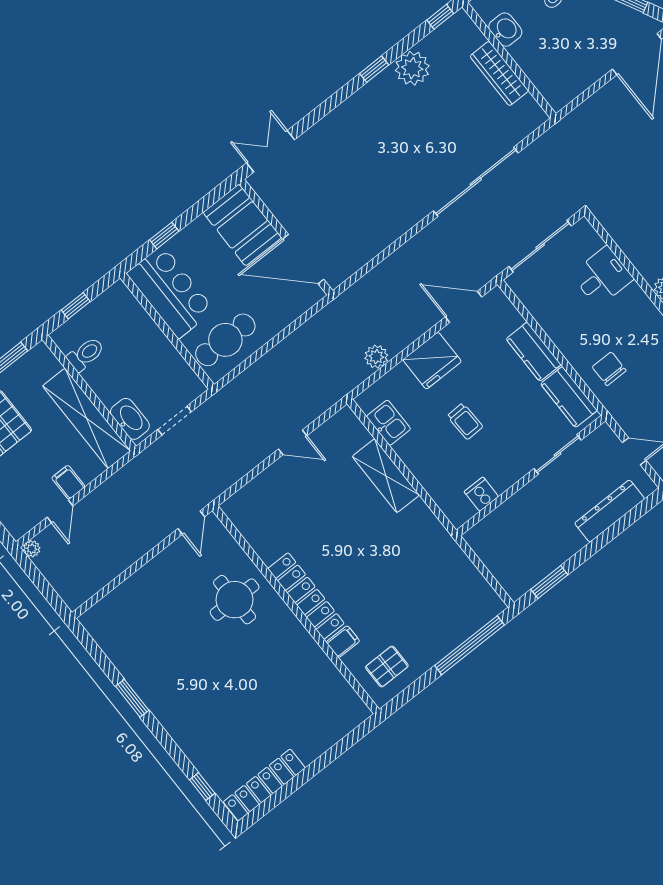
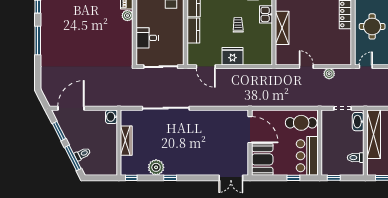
washbasin: (505, 30) -> (111, 117), moved
window: (76, 306) -> (334, 178), moved
plant: (376, 357) -> (329, 74), moved
kitchen sink: (388, 423) -> (266, 14), moved

